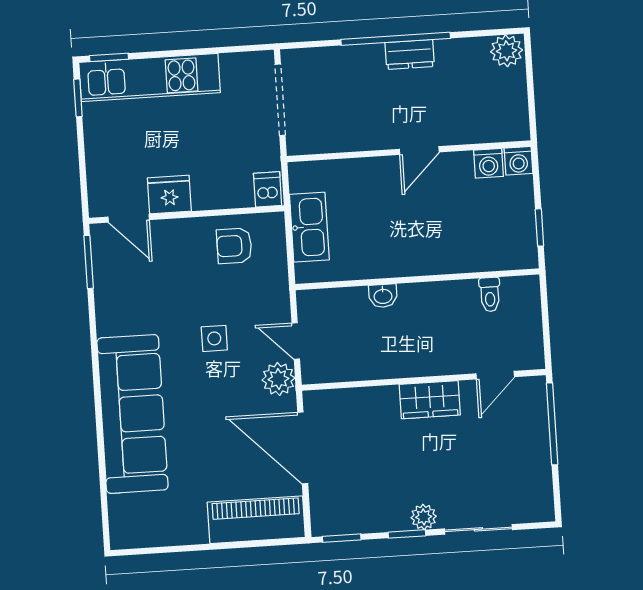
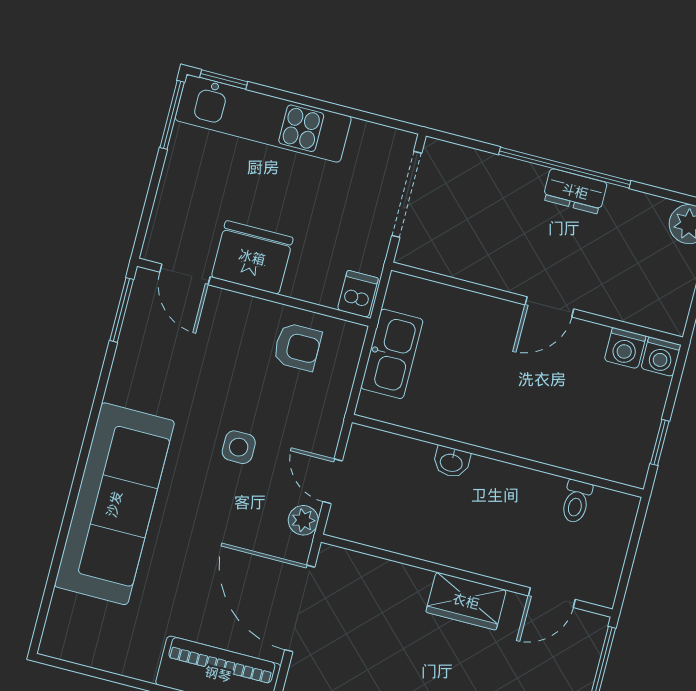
window: (78, 98) -> (172, 115), width x1.50
fridge: (169, 195) -> (252, 257), width x1.36, depth x1.34
armchair: (234, 246) -> (297, 347), turned 180
plant: (278, 379) -> (303, 520), width x0.73, depth x0.73

